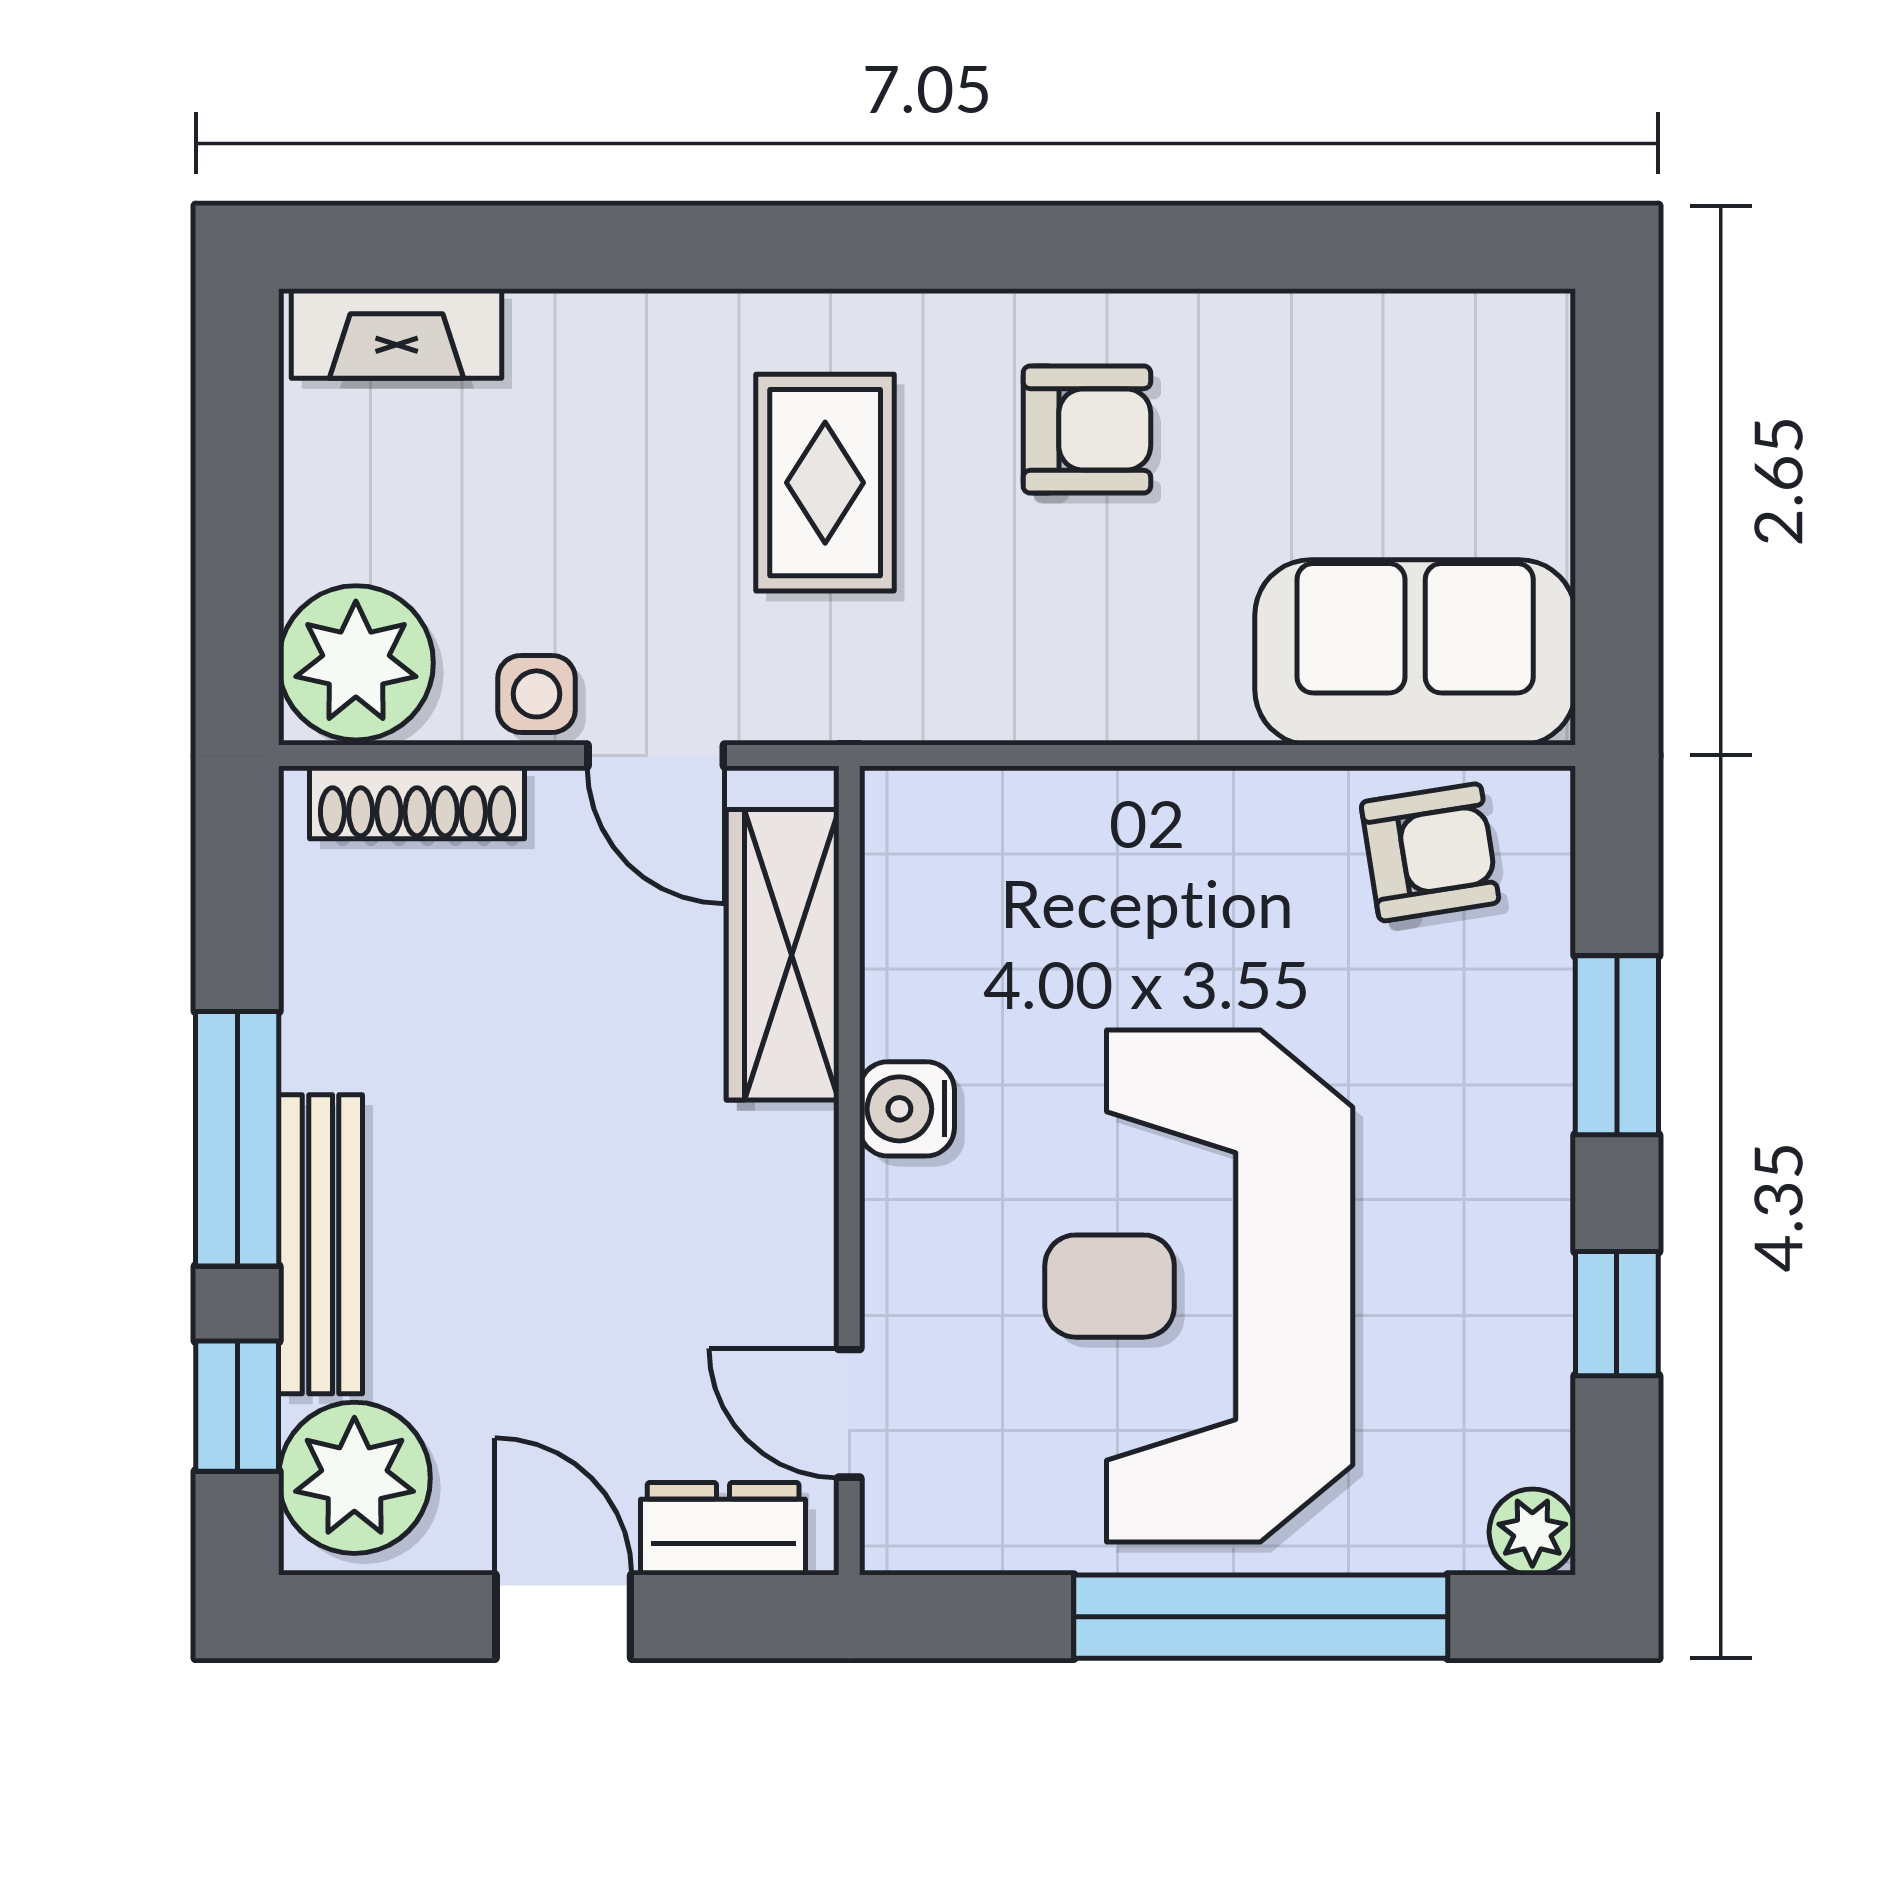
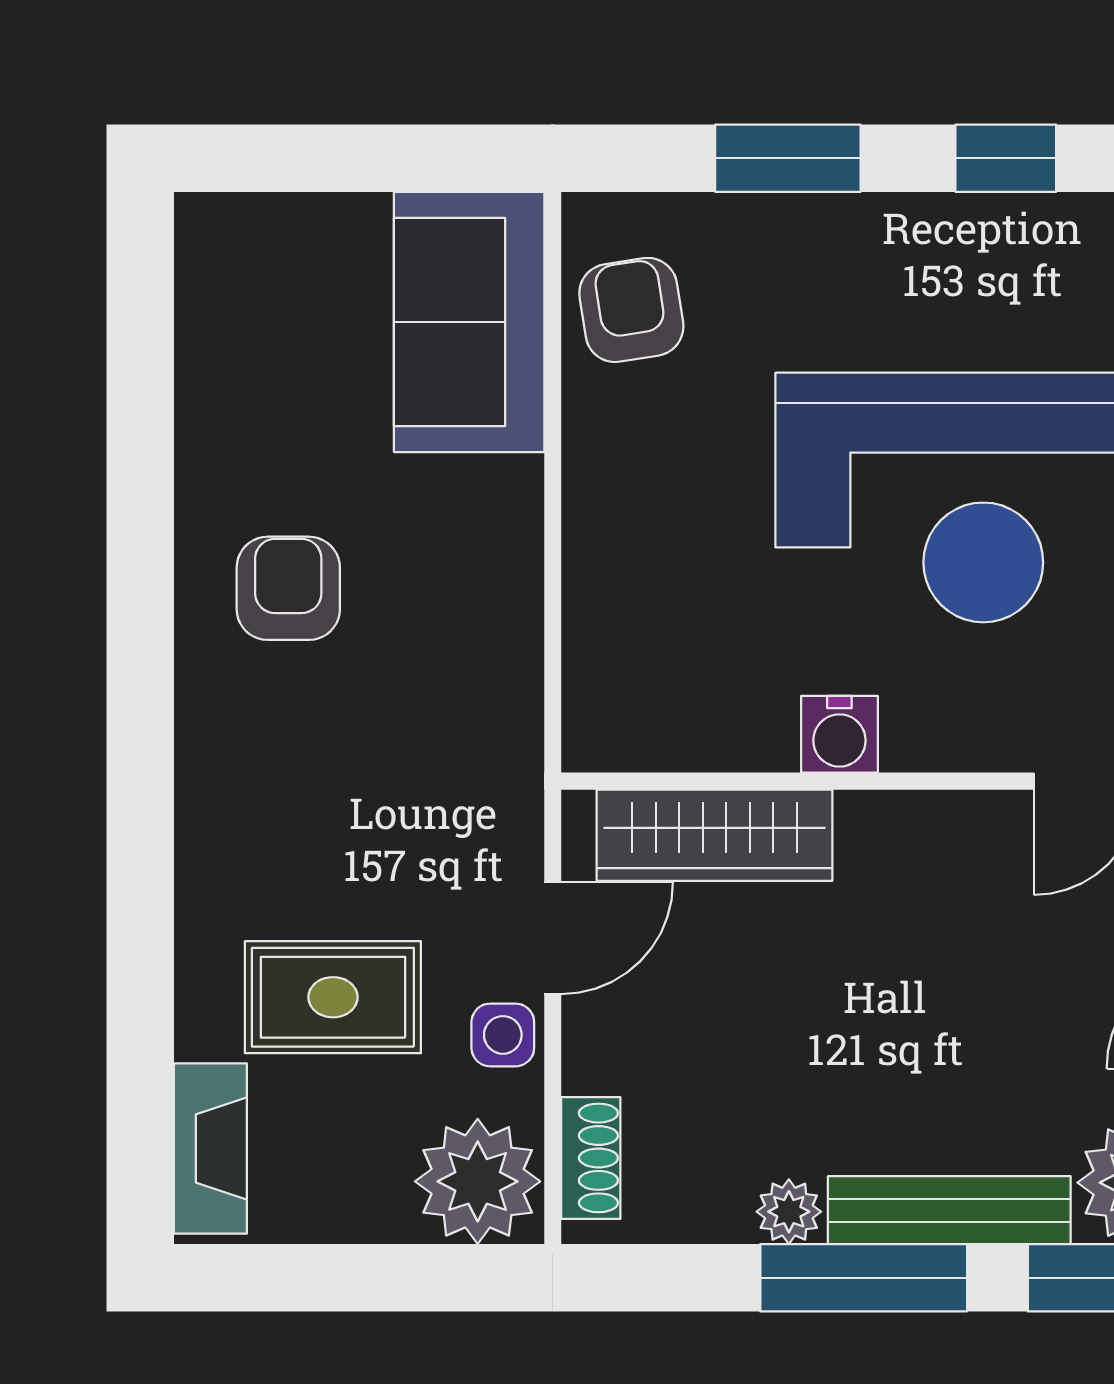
rug: (825, 483) -> (333, 997), moved
shoe rack: (417, 802) -> (591, 1158), width x0.70
plant: (319, 1046) -> (789, 1212), added

